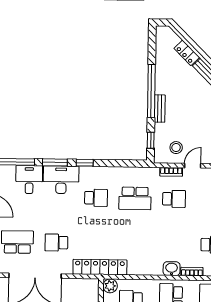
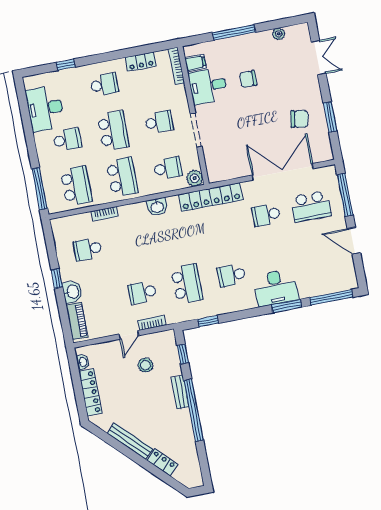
stool: (176, 148) -> (145, 365), moved
window: (85, 163) -> (208, 321), moved
desk: (29, 180) -> (312, 280), removed
school desk: (135, 198) -> (187, 284), turned 90
school desk: (56, 243) -> (266, 215), turned 180
washbasin: (172, 269) -> (157, 207), moved

